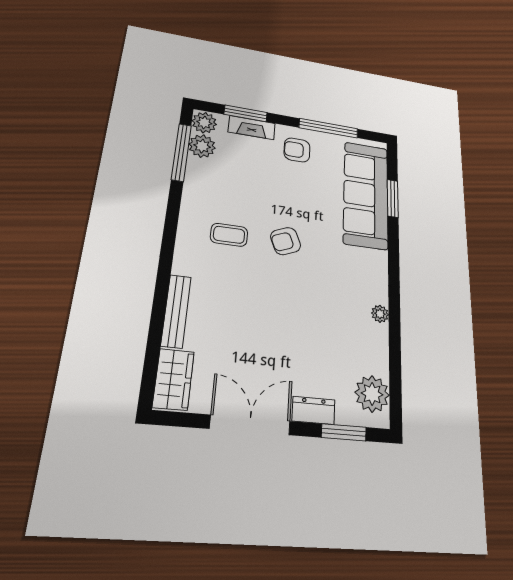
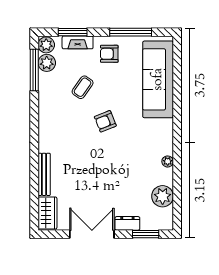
window: (393, 198) -> (177, 79), removed
coffee table: (229, 235) -> (83, 87), moved, turned -55
plant: (372, 394) -> (163, 196), moved

